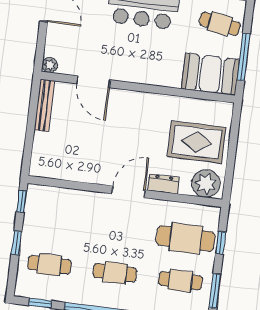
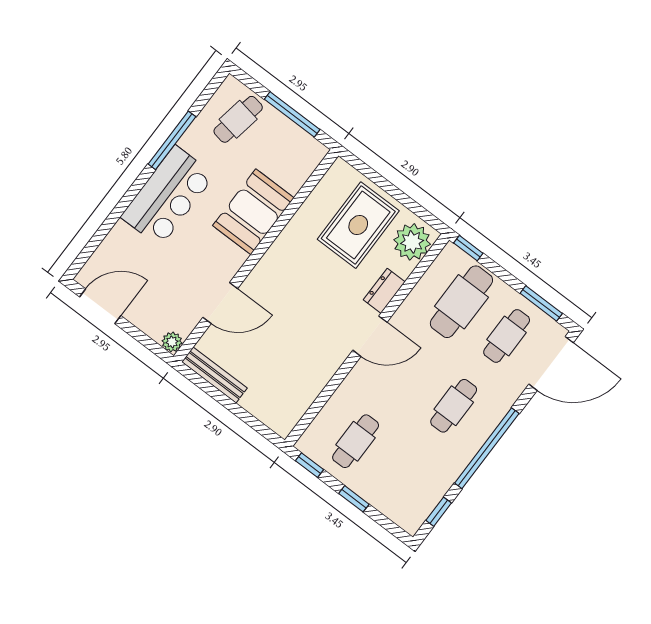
booth: (211, 74) -> (253, 212), moved
door: (128, 192) -> (370, 336), swing flipped
window: (221, 243) -> (468, 248), moved
cafe table: (49, 265) -> (356, 441), moved

